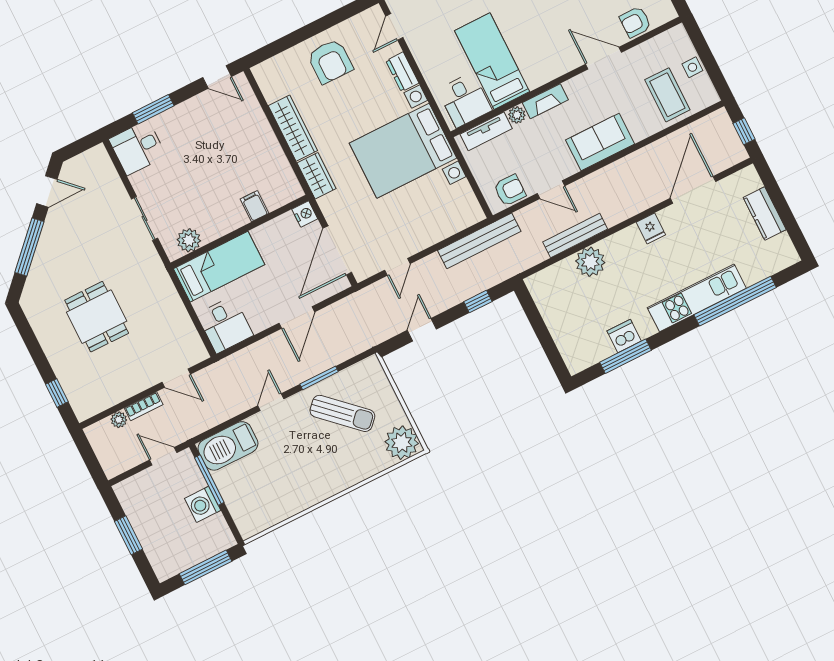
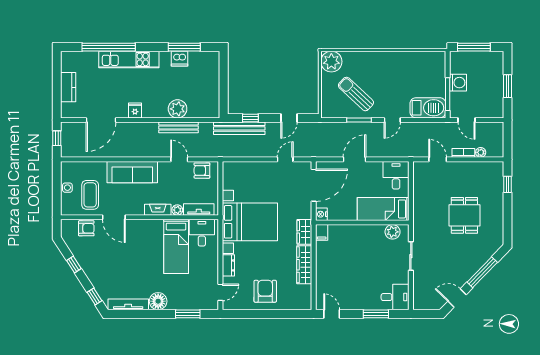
coffee table: (667, 95) -> (90, 195), moved
sofa: (600, 142) -> (132, 172), width x1.36
filing cabinet: (255, 206) -> (322, 232), moved
bench: (479, 241) -> (239, 128), moved

